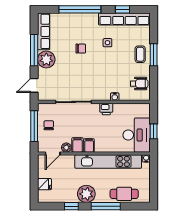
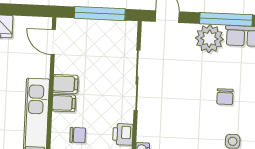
chair: (49, 125) -> (78, 135), moved
plant: (66, 148) -> (62, 65), removed

